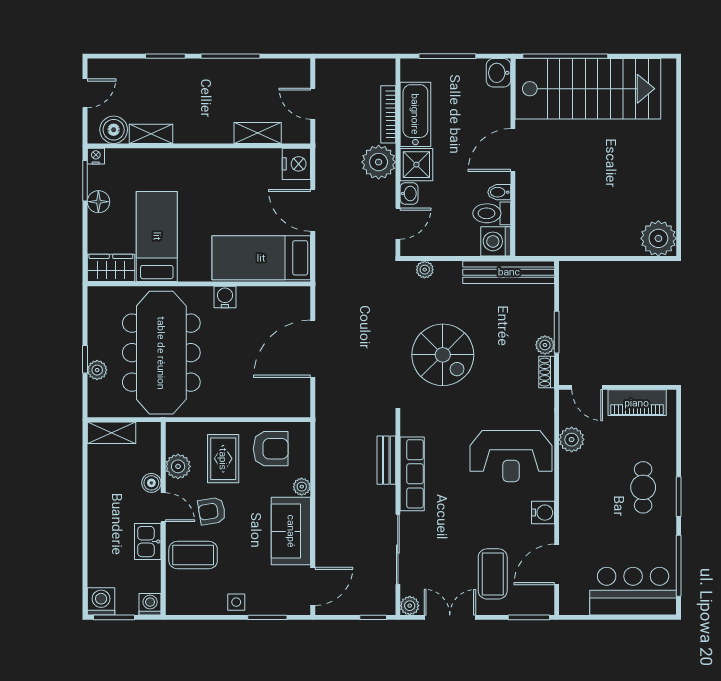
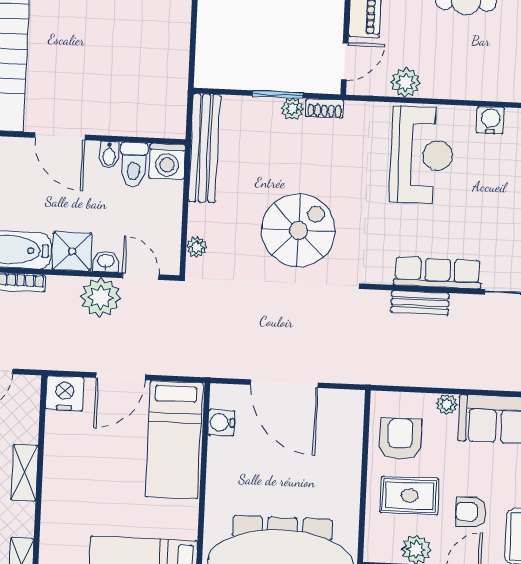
shelving: (258, 133) -> (24, 473), moved
plant: (379, 162) -> (101, 297), moved
water cooler: (225, 297) -> (221, 423), moved
armchair: (212, 511) -> (471, 512), turned 99

